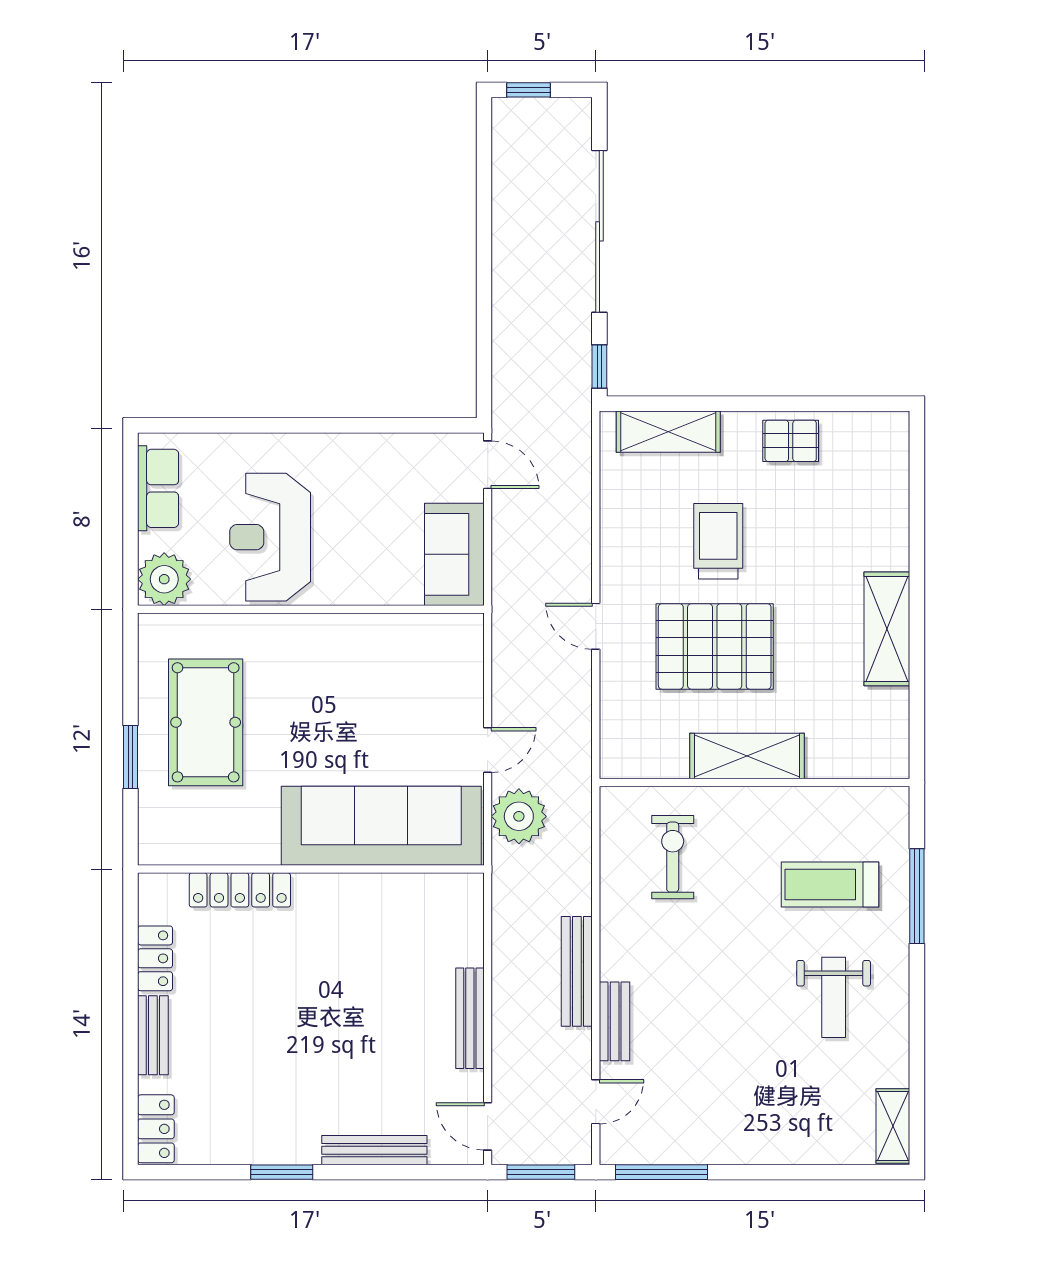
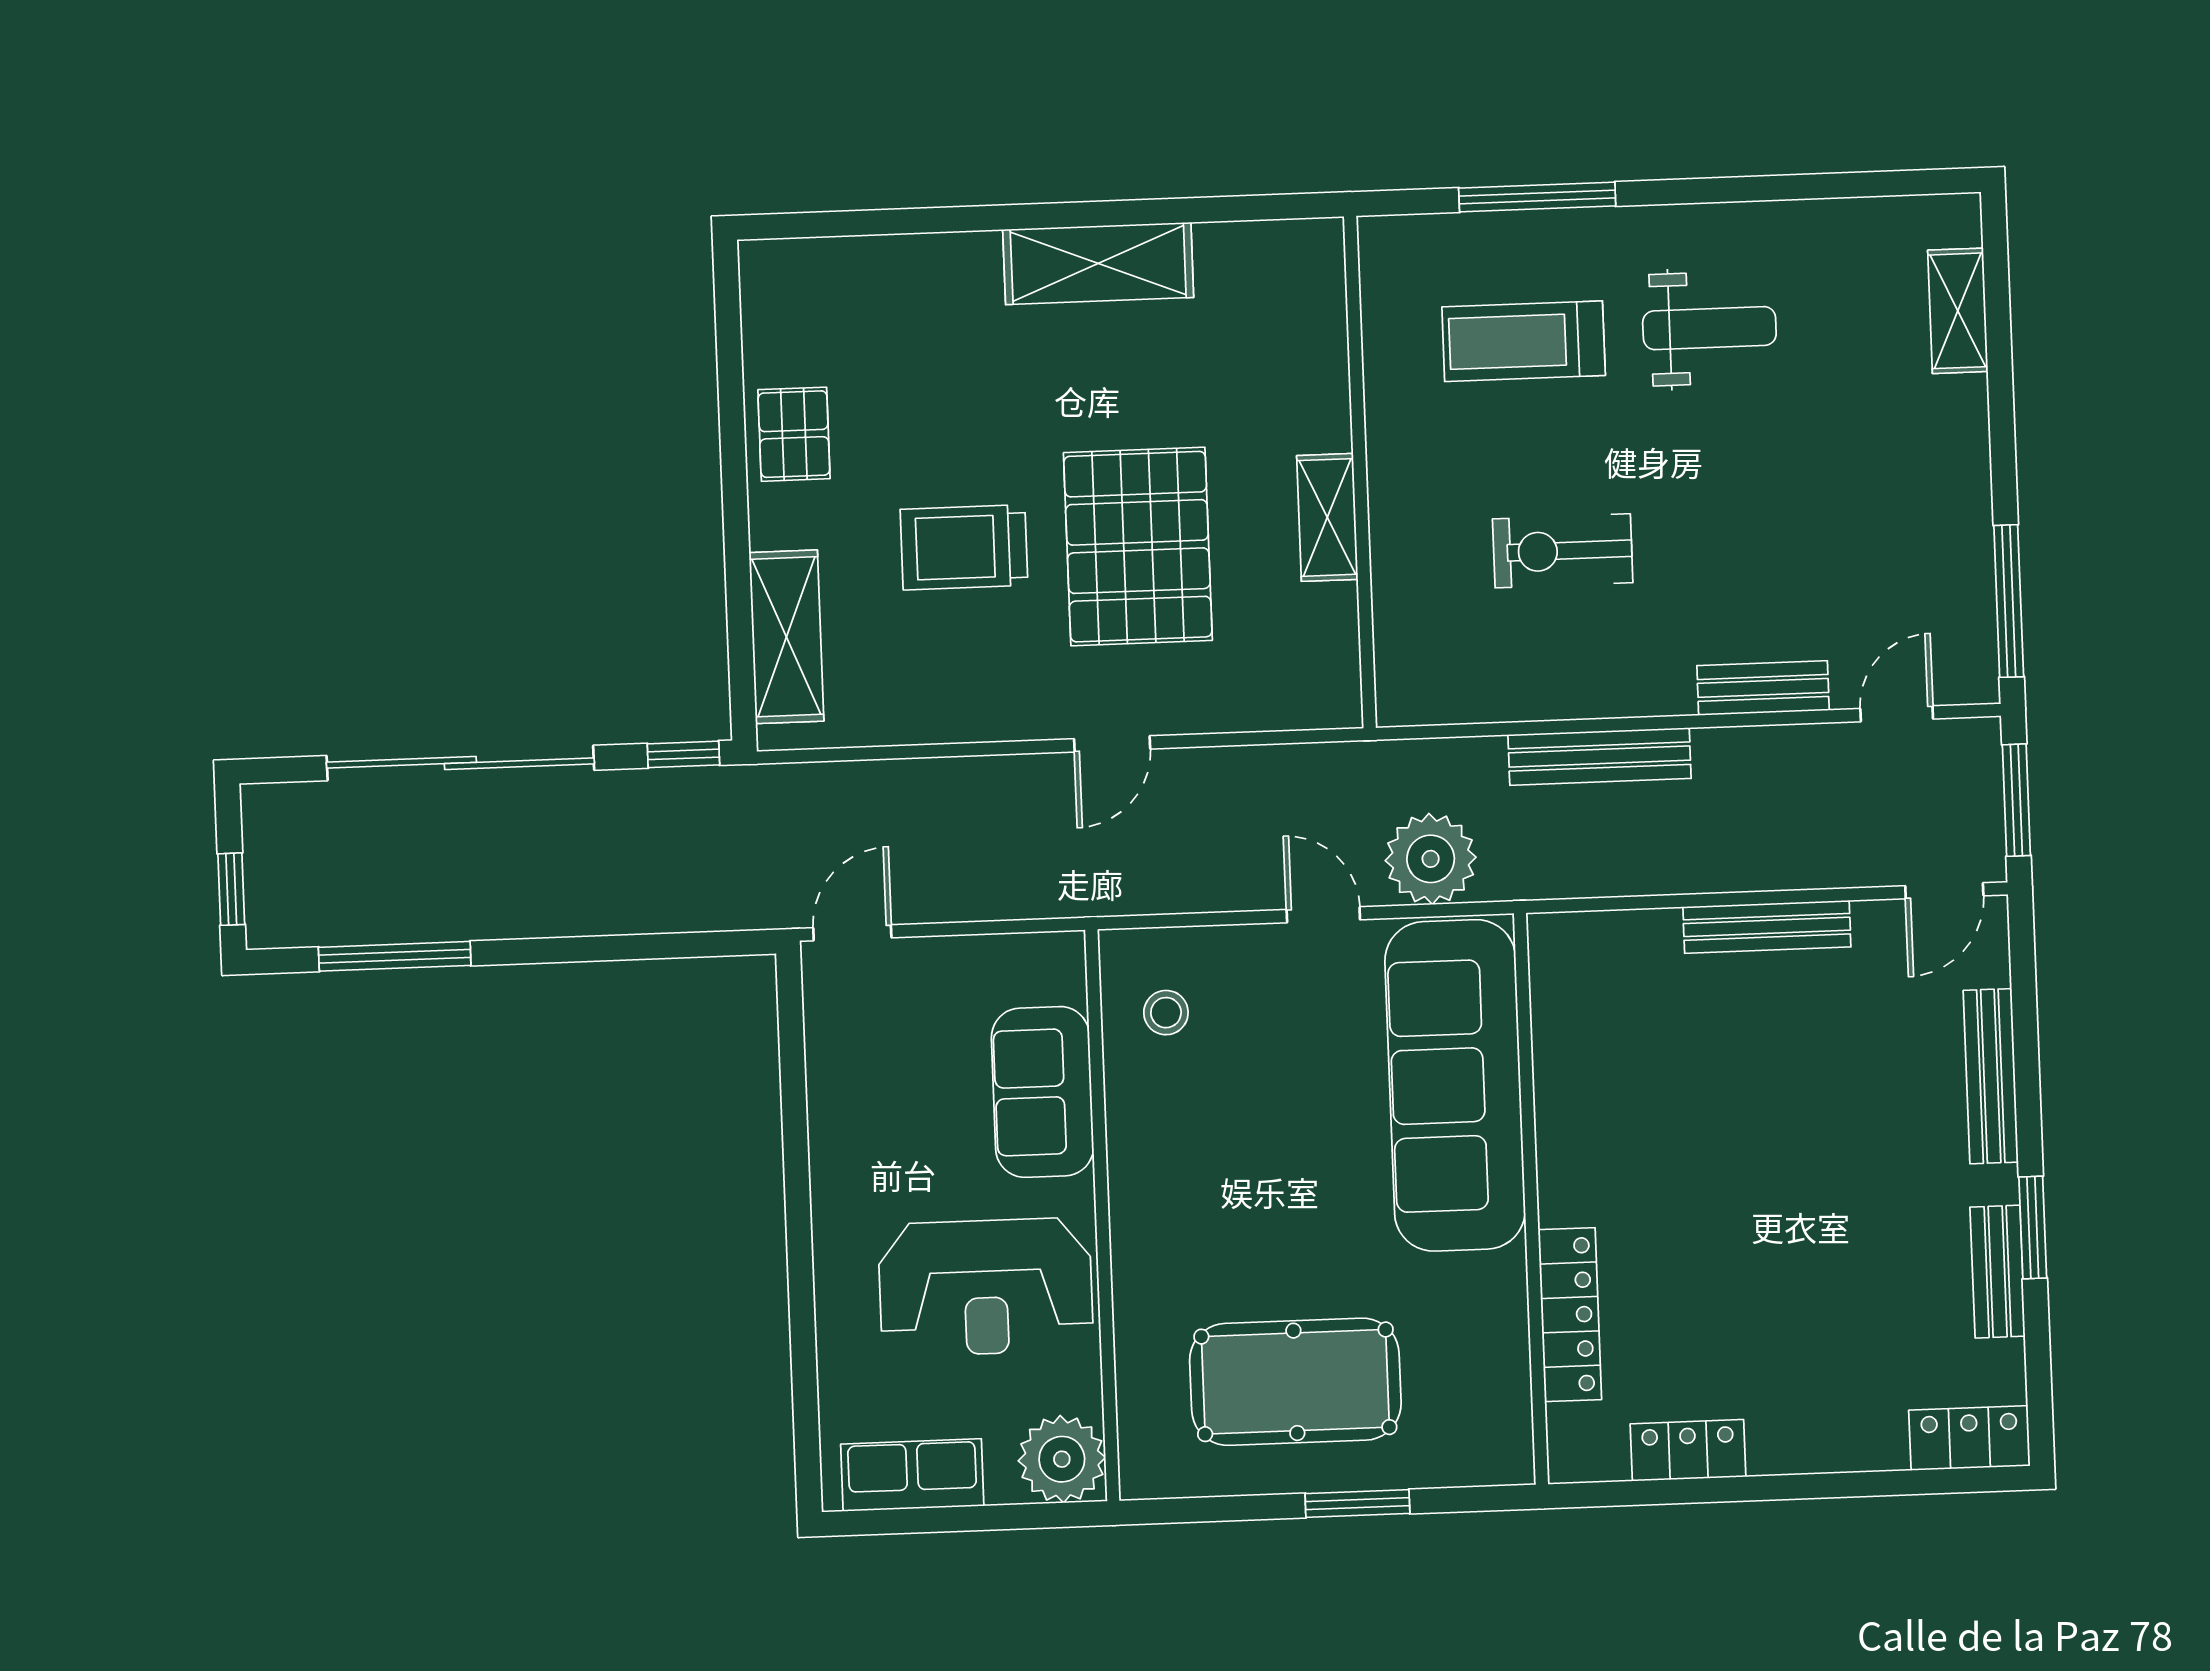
window: (484, 187) -> (395, 956), added
sofa: (454, 554) -> (1043, 1092), moved, turned 90
stool: (432, 653) -> (1166, 1013), added
shelving: (747, 756) -> (1327, 517), width x0.67, depth x0.75
exercise bike: (673, 857) -> (1563, 551), moved
treadmill: (830, 885) -> (1524, 341), turned 90
bench: (577, 971) -> (1600, 757), moved
bench: (153, 1035) -> (1998, 1272), moved, turned 90
door: (596, 1102) -> (1897, 714), hinge flipped
shelving: (893, 1126) -> (1958, 311), moved, turned 90

